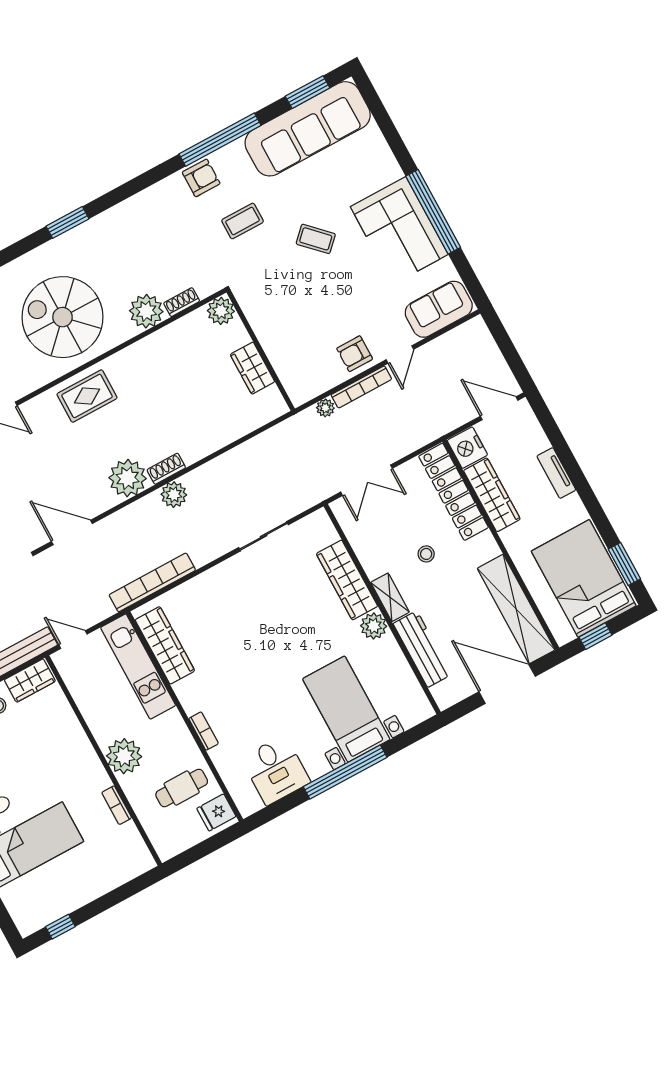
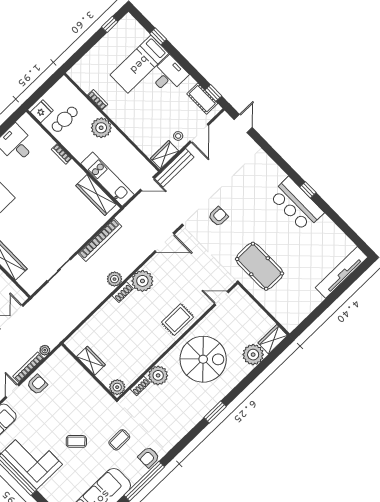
bookcase: (152, 582) -> (100, 240), moved

